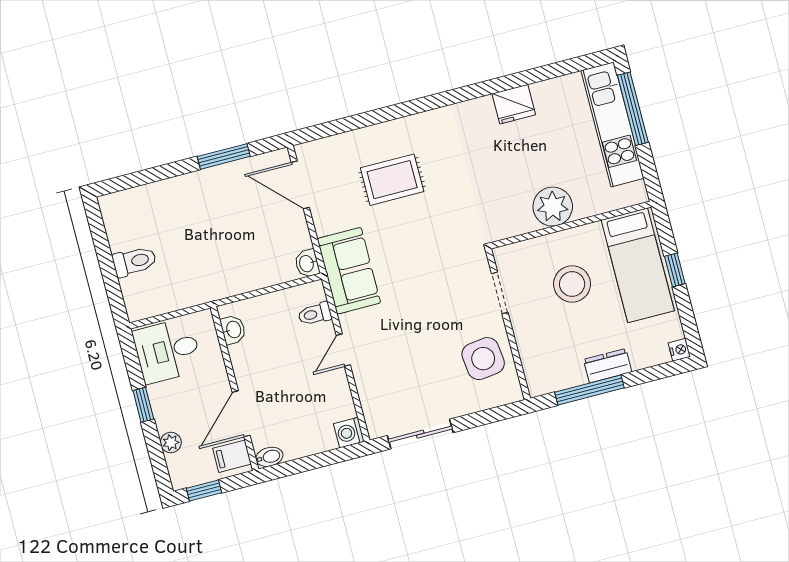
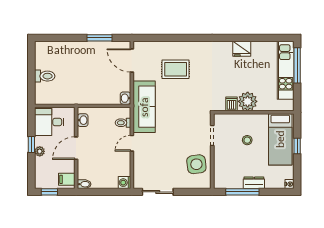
dishwasher: (522, 220) -> (232, 104), added
sofa: (349, 271) -> (144, 107), width x1.36
stool: (572, 284) -> (247, 140), width x0.53, depth x0.53
door: (241, 414) -> (76, 148), moved
plant: (171, 443) -> (40, 151), moved

